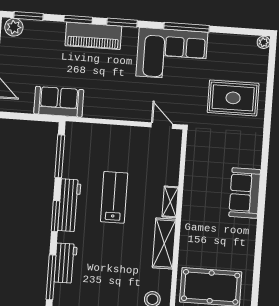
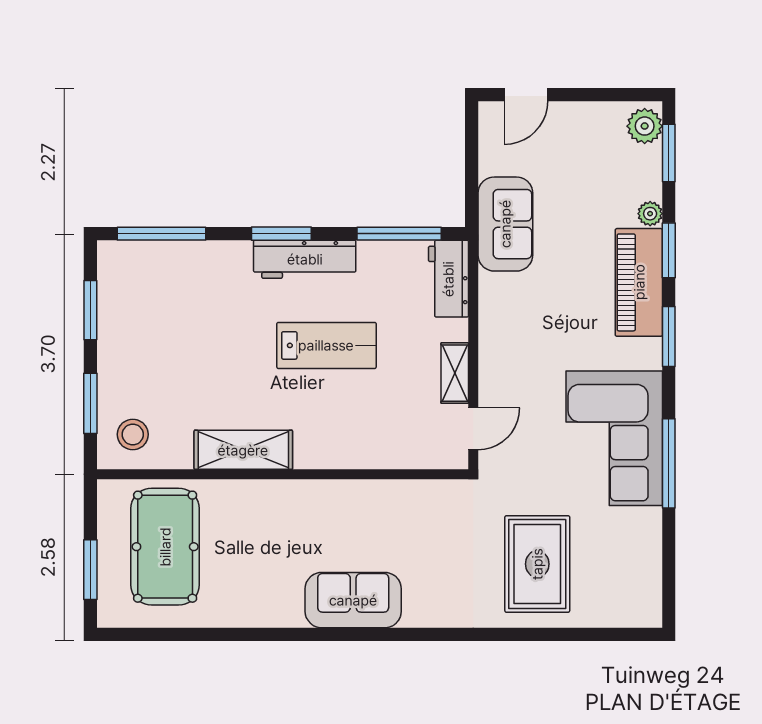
plant: (263, 42) -> (650, 214), moved
shelving: (170, 202) -> (455, 373), moved, turned 90
workbench: (66, 263) -> (448, 279), moved, turned 90

